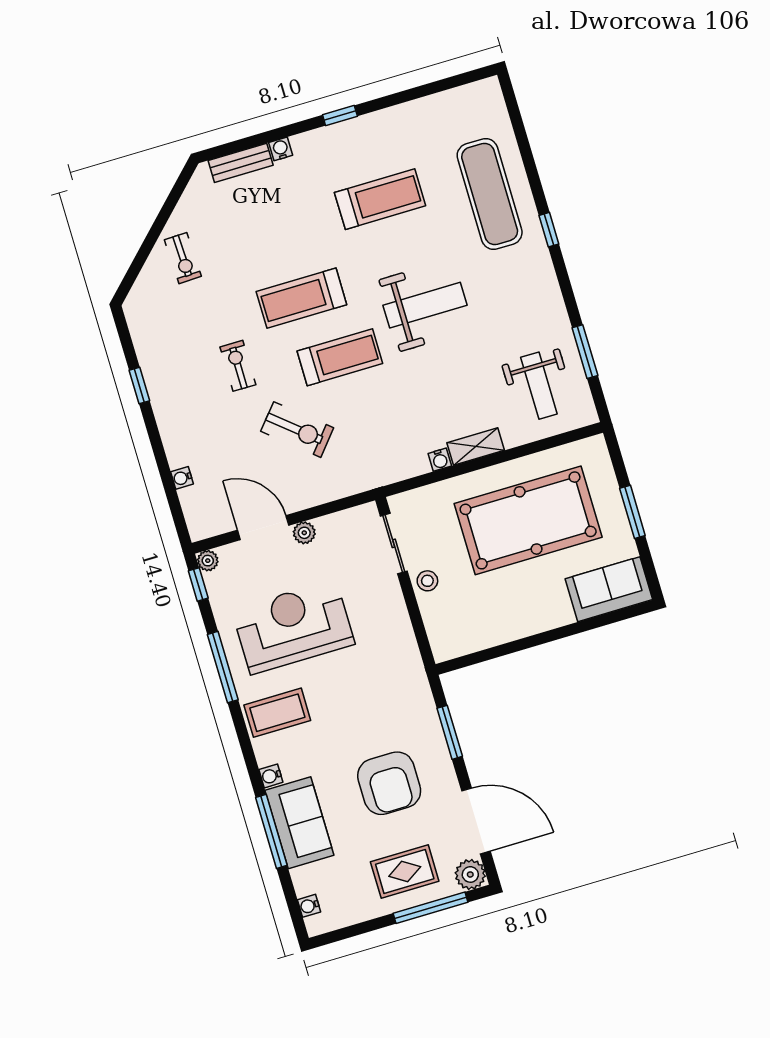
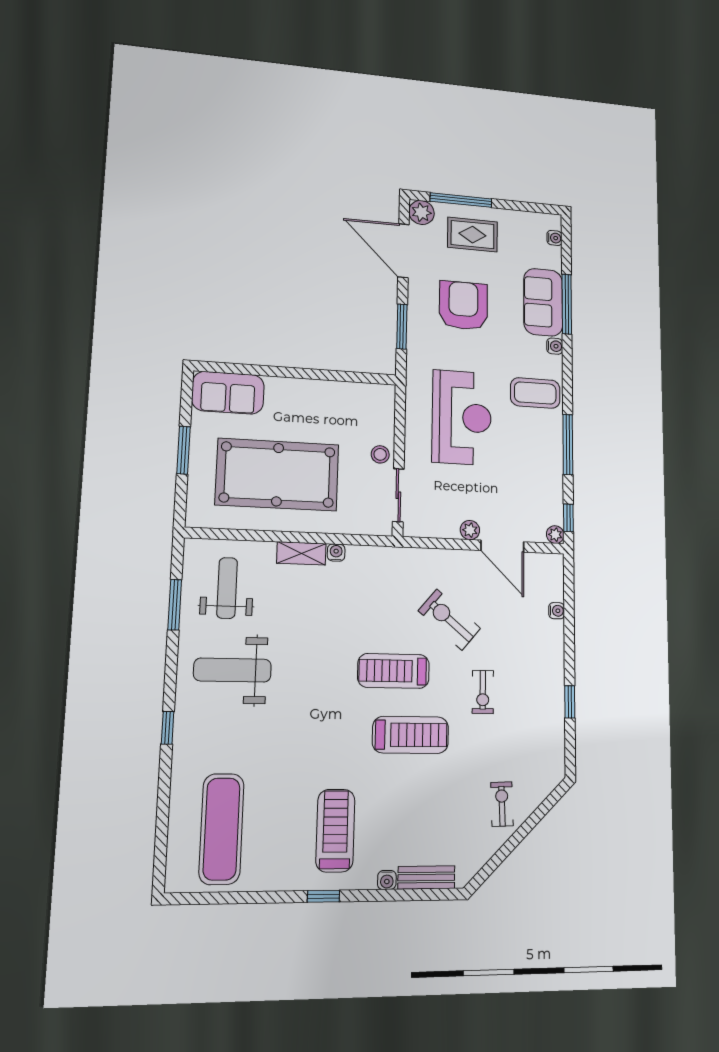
exercise mat: (490, 194) -> (222, 829), moved
treadmill: (380, 199) -> (335, 831), moved, turned 90
weight bench: (425, 305) -> (233, 670), moved
reception desk: (293, 627) -> (462, 417), moved, turned -90

